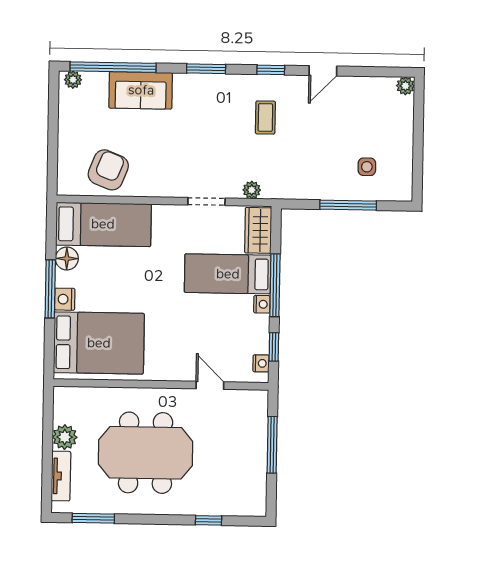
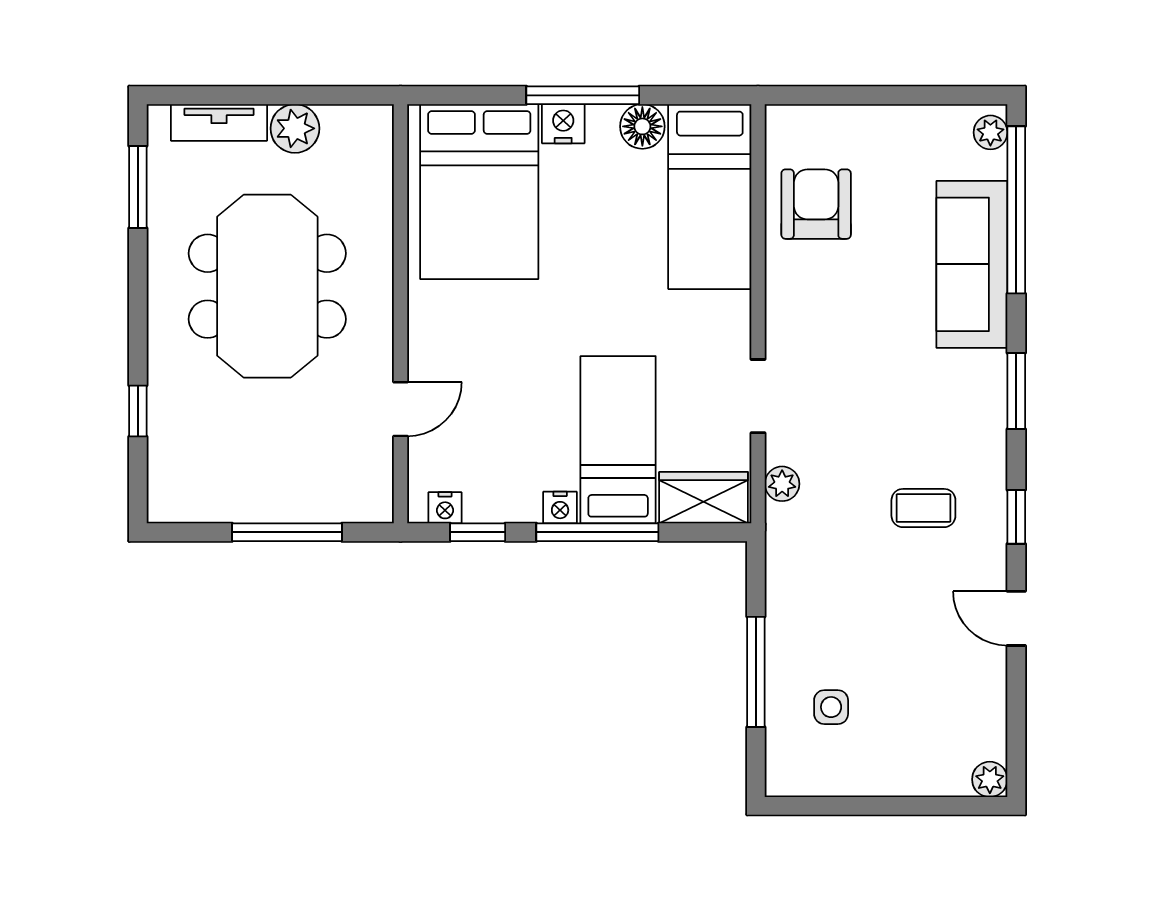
sofa: (141, 90) -> (972, 264), width x1.36
armchair: (108, 170) -> (816, 204), turned -112

